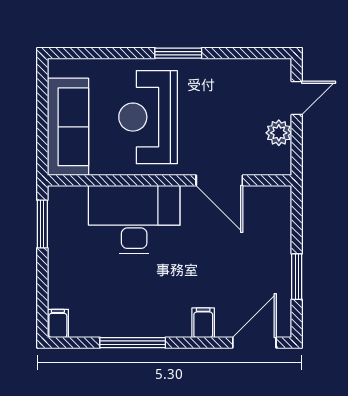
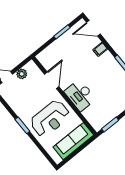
desk: (134, 220) -> (80, 95), width x0.73, depth x0.77

